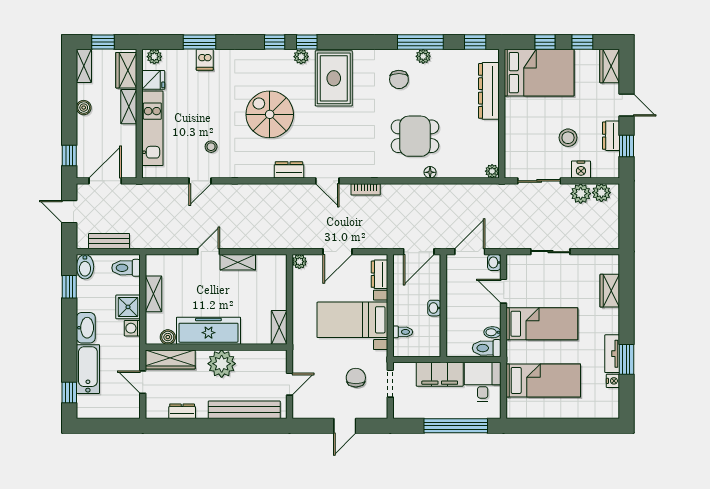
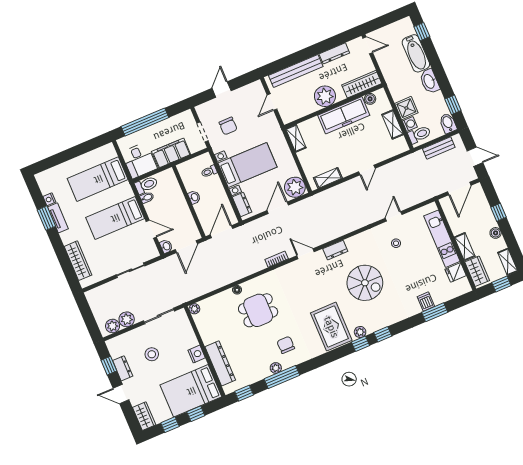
plant: (154, 57) -> (462, 289), removed
window: (69, 155) -> (499, 212), moved
nightstand: (581, 170) -> (197, 354), moved, turned 90
shelving: (238, 262) -> (328, 178), moved
plant: (299, 262) -> (295, 187), width x1.88, depth x1.88
wardrobe: (610, 291) -> (78, 261), width x1.50
washing machine: (132, 328) -> (410, 124), moved
door: (143, 382) -> (368, 45), moved
dresser: (182, 411) -> (334, 53), width x1.44

